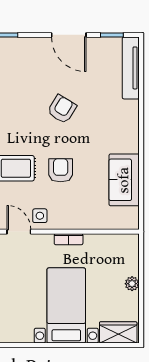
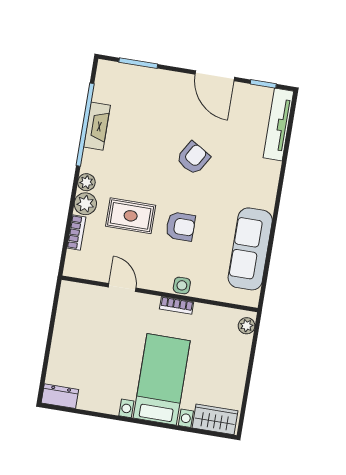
armchair: (61, 170) -> (180, 226), turned 90
sofa: (124, 180) -> (250, 249), width x1.36
side table: (40, 216) -> (182, 285), moved
plant: (132, 284) -> (247, 326), moved

